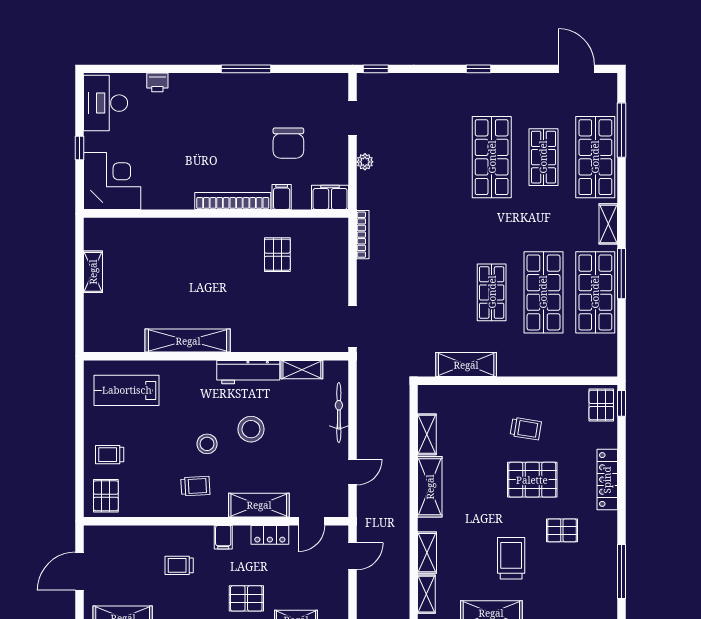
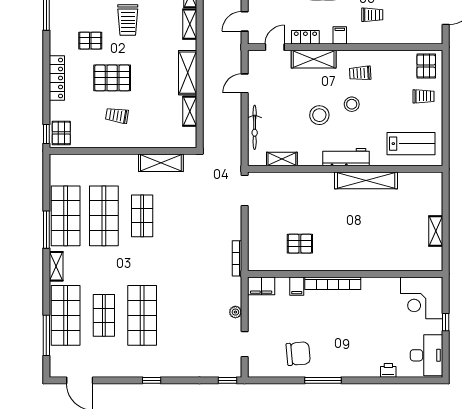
chair: (288, 143) -> (298, 354), moved, turned 85
pallet: (277, 255) -> (300, 244), turned 90
workbench: (248, 372) -> (346, 157), moved

